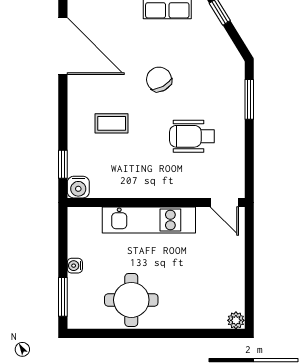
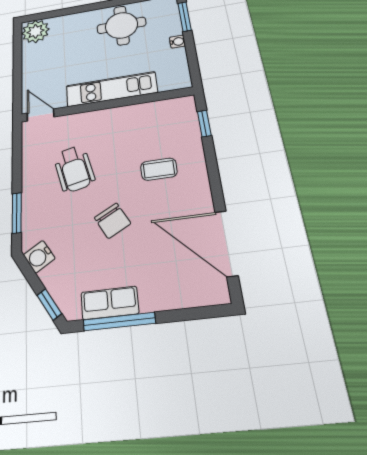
wheelchair: (192, 136) -> (74, 169), turned 77
water cooler: (78, 187) -> (39, 257), moved, turned -122
plant: (236, 320) -> (35, 31), width x1.87, depth x1.87

